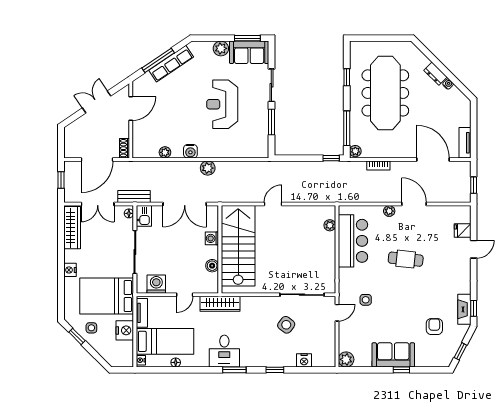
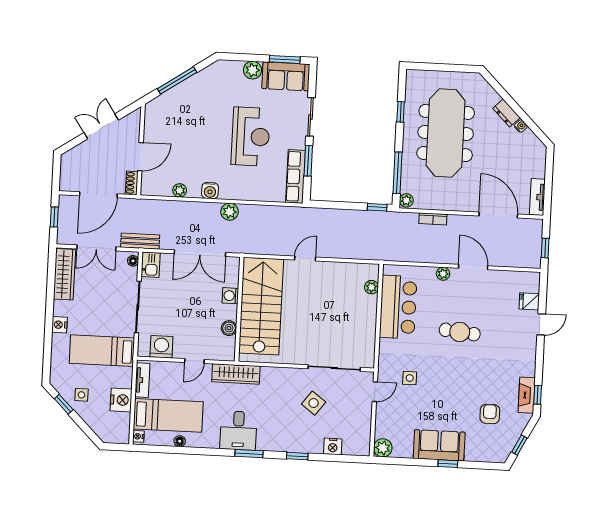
row of seats: (171, 64) -> (296, 176), moved, turned 124
reception desk: (222, 104) -> (251, 137), turned 180
door: (131, 109) -> (140, 157), moved
bed: (107, 296) -> (102, 351), width x0.67

